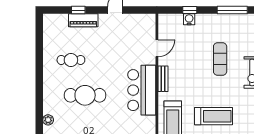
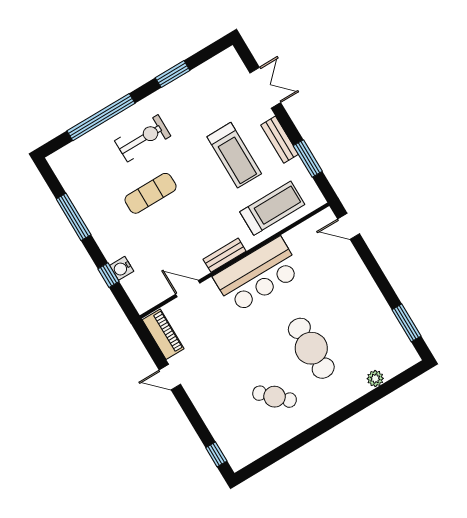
window: (78, 10) -> (216, 454), moved
piano: (83, 20) -> (163, 334), moved
cafe table: (71, 60) -> (275, 397), turned -46
treadmill: (214, 116) -> (234, 155), turned 180

